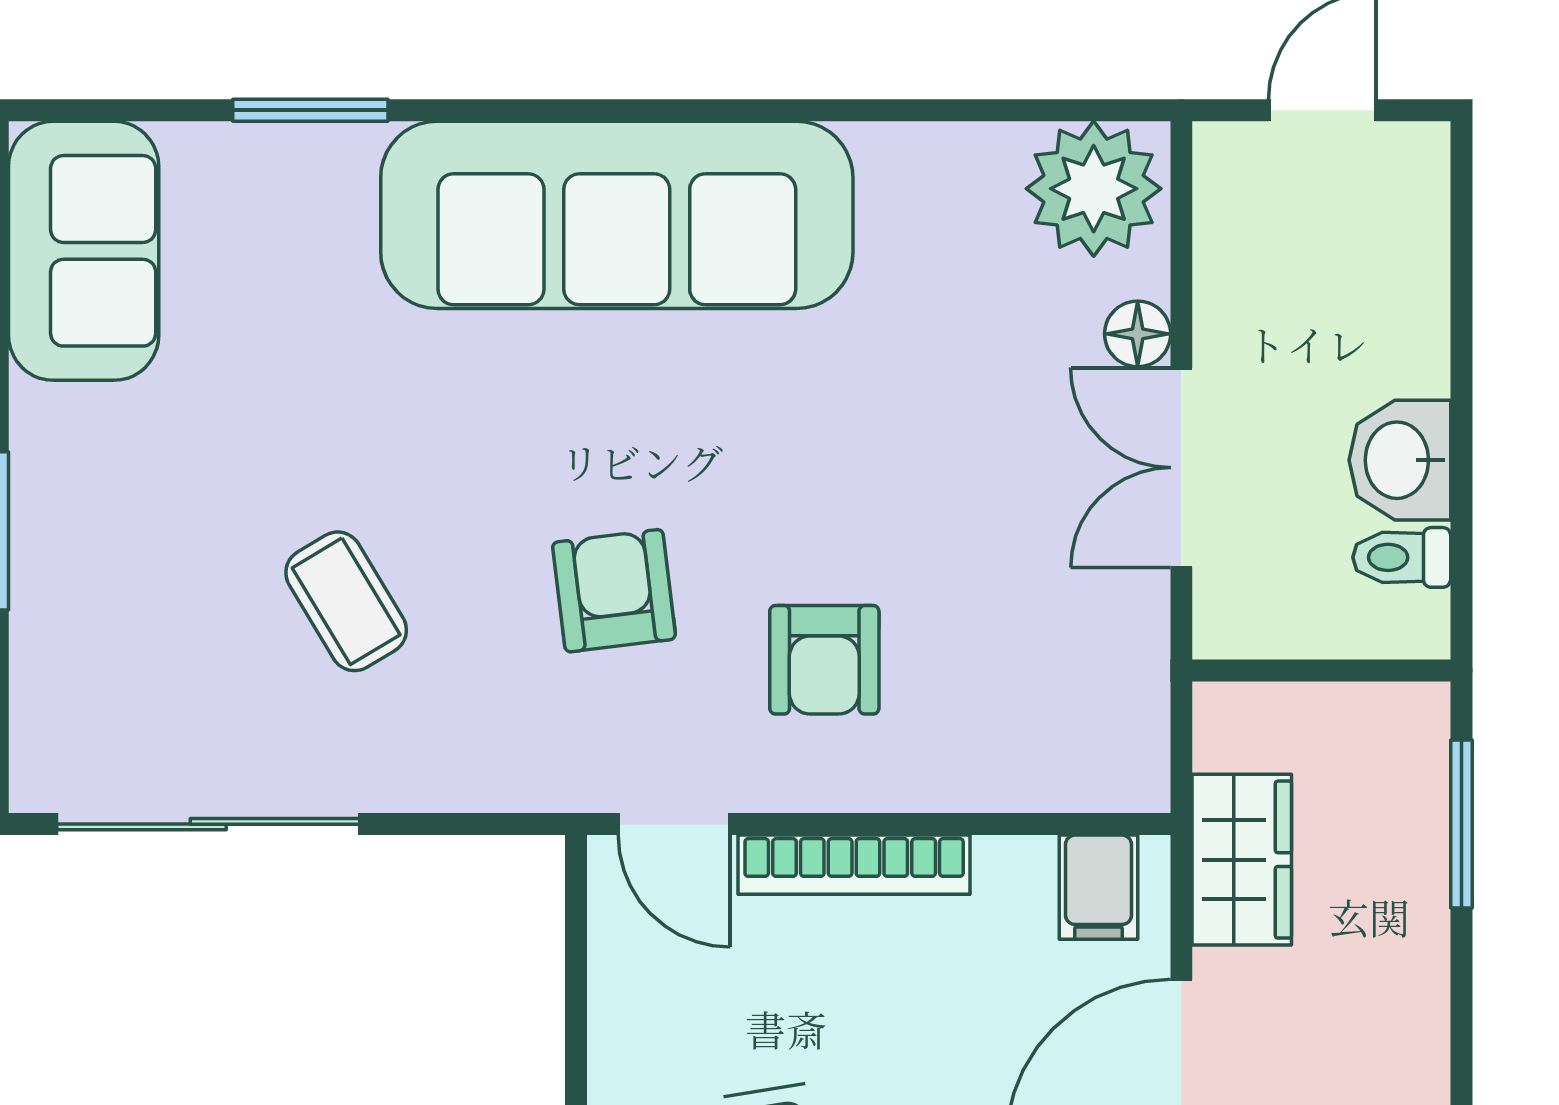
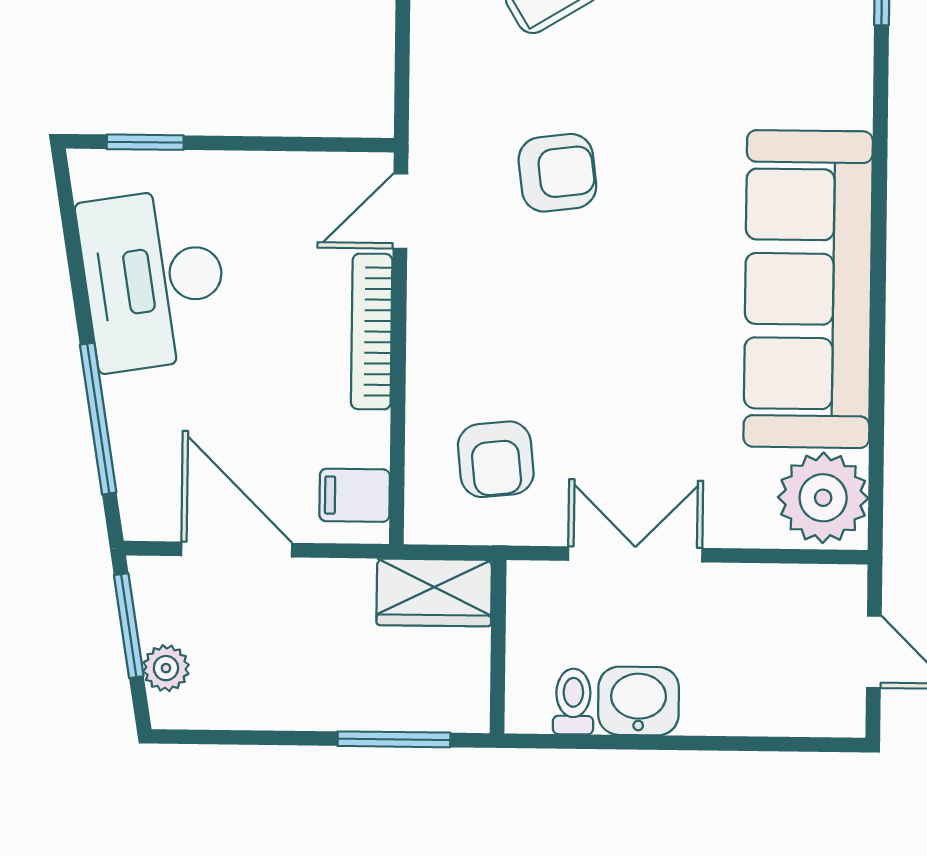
sofa: (617, 215) -> (808, 289), moved
floor lamp: (1138, 334) -> (725, 526), removed
armchair: (824, 660) -> (496, 459), moved, turned -96
wardrobe: (1242, 860) -> (434, 592), moved

